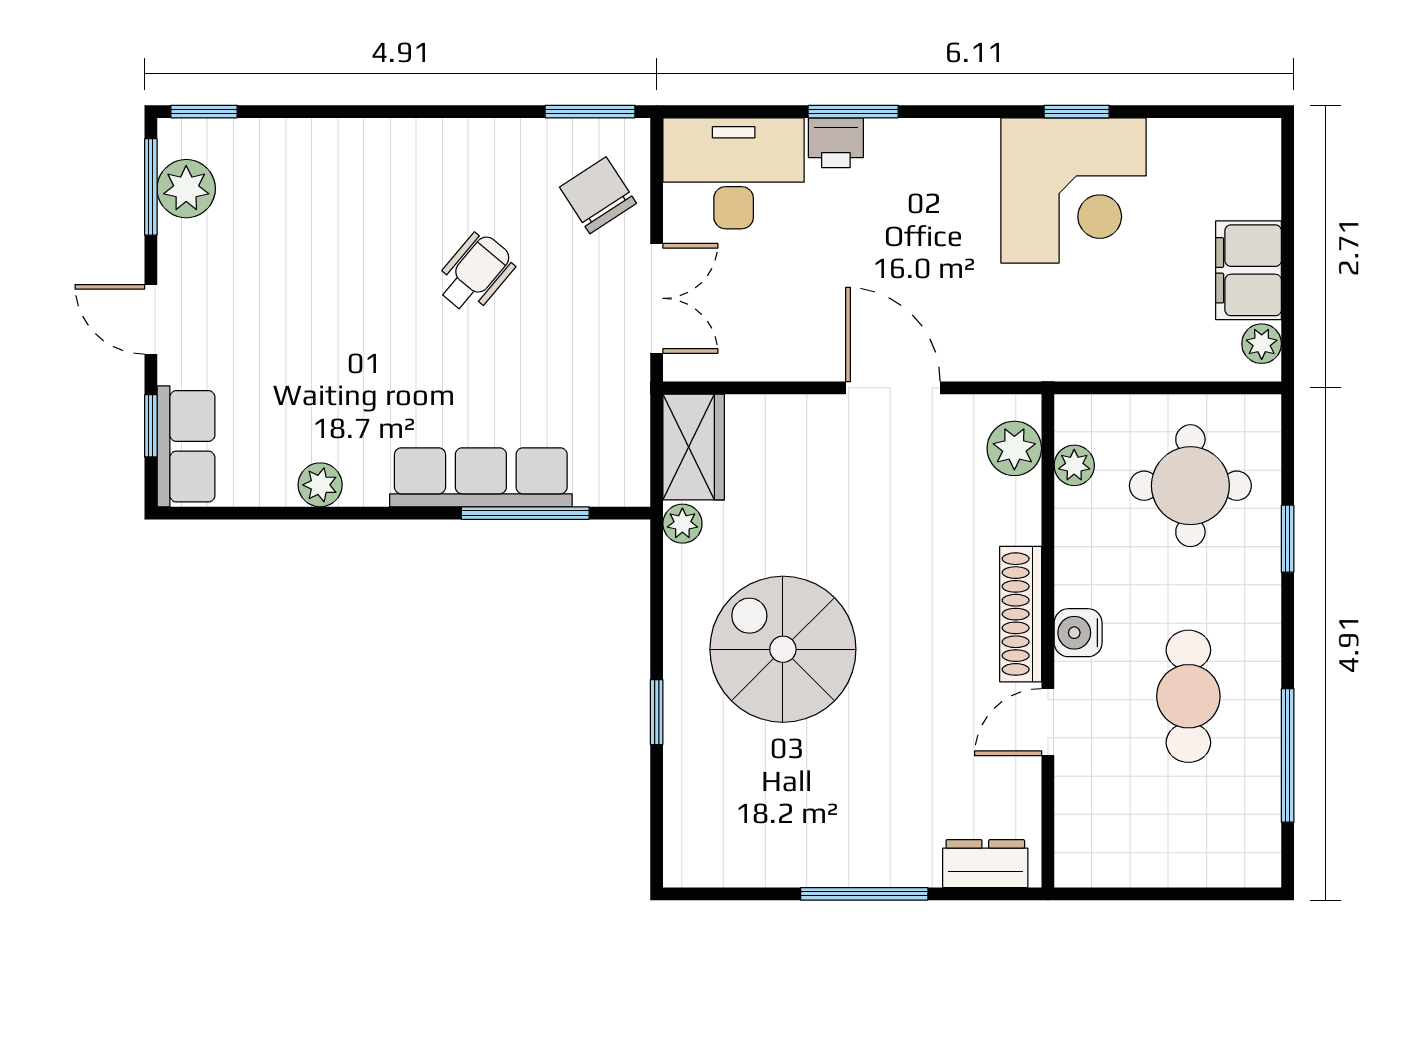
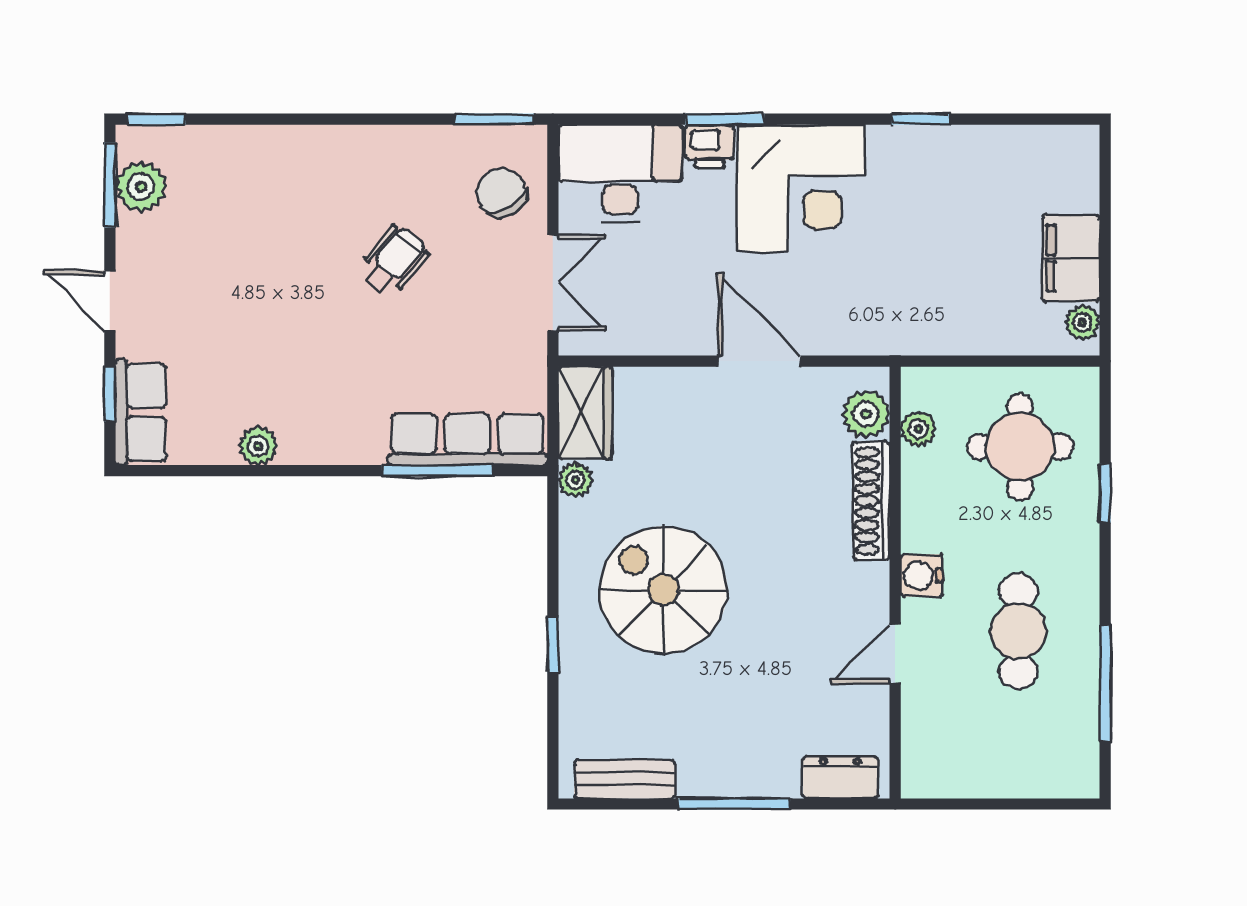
corner desk: (1074, 190) -> (801, 188), moved
row of seats: (481, 477) -> (467, 439), moved
shoe rack: (1021, 614) -> (871, 501), moved
bench: (739, 866) -> (624, 779), added

